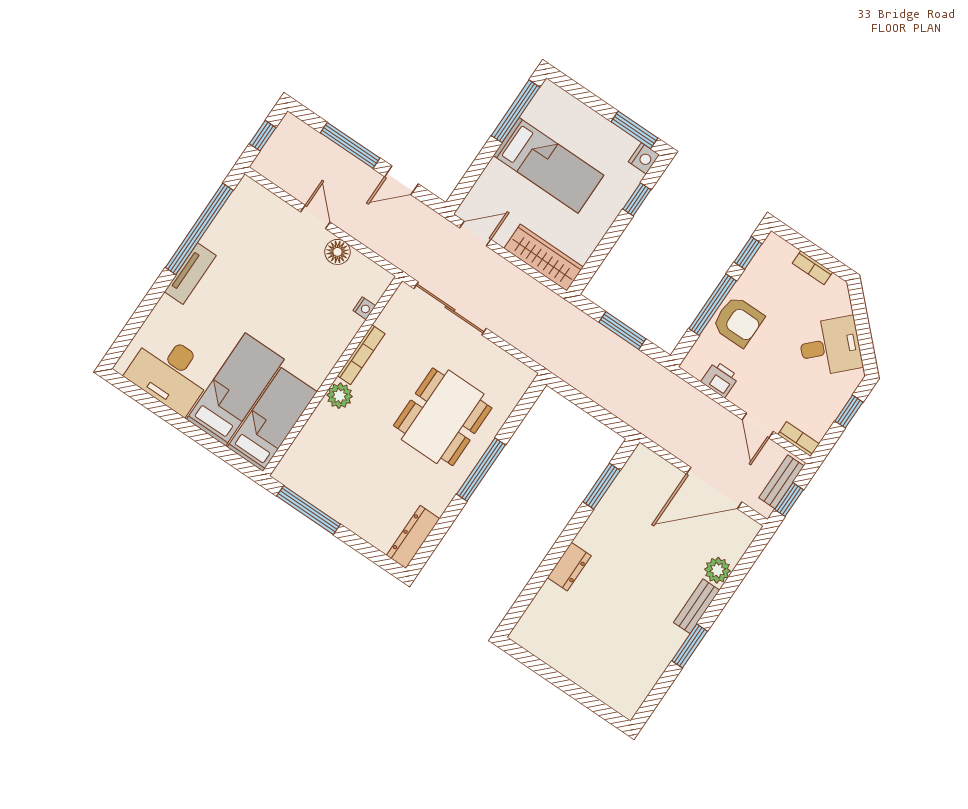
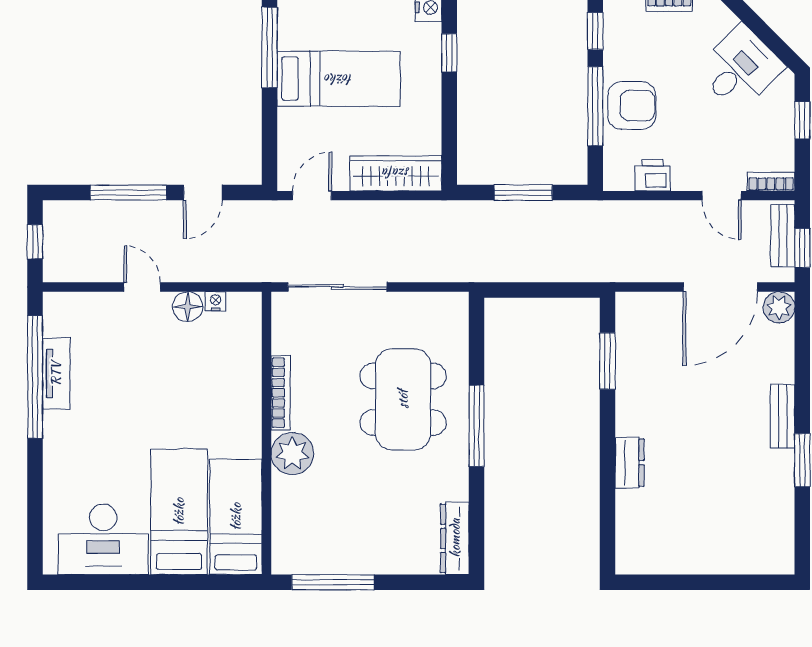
tv unit: (190, 274) -> (56, 374), moved
nightstand: (364, 308) -> (216, 301), moved, turned -90
plant: (340, 396) -> (292, 454), width x1.36, depth x1.36
plant: (717, 570) -> (779, 307), moved

